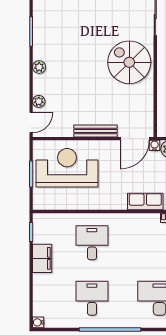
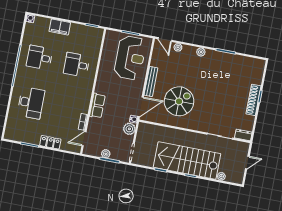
spiral stairs: (129, 62) -> (179, 101), moved
door: (135, 139) -> (141, 107), swing flipped
desk: (92, 243) -> (77, 65), turned 180
filing cabinet: (42, 258) -> (60, 27), moved
desk: (92, 298) -> (40, 58), turned 180

